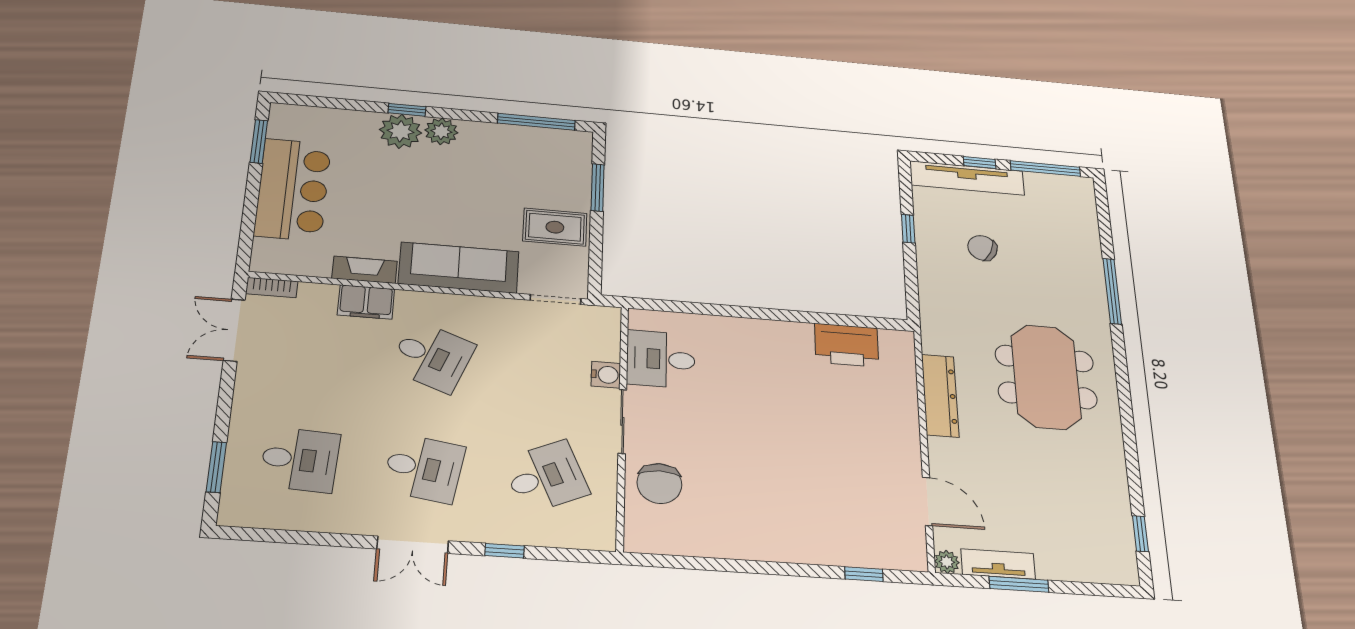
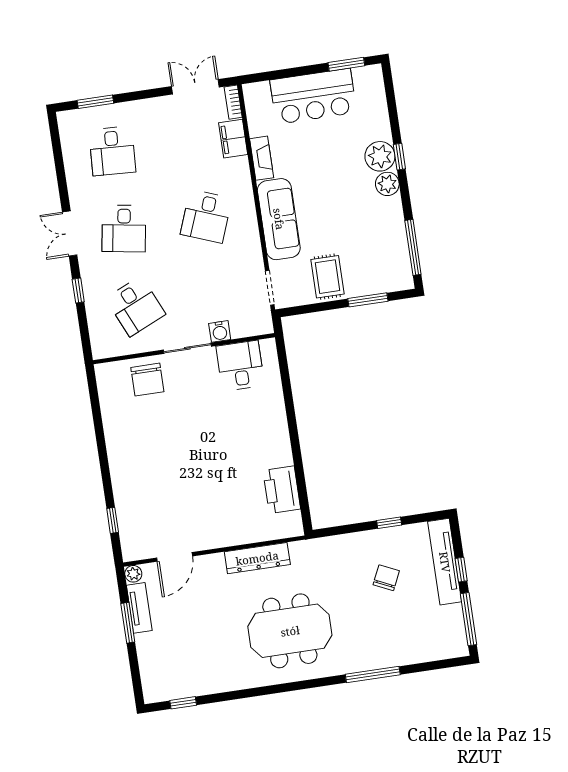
filing cabinet: (366, 302) -> (233, 139), moved
chair: (659, 484) -> (147, 380), turned -90

